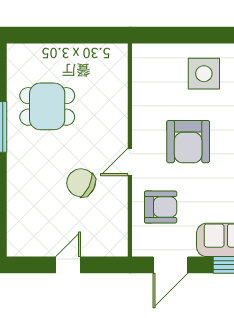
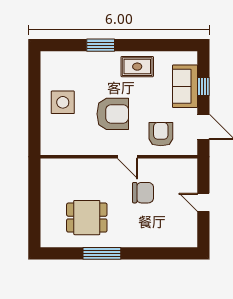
dining table: (47, 106) -> (87, 218), turned 90
chair: (81, 183) -> (143, 193), turned -116

